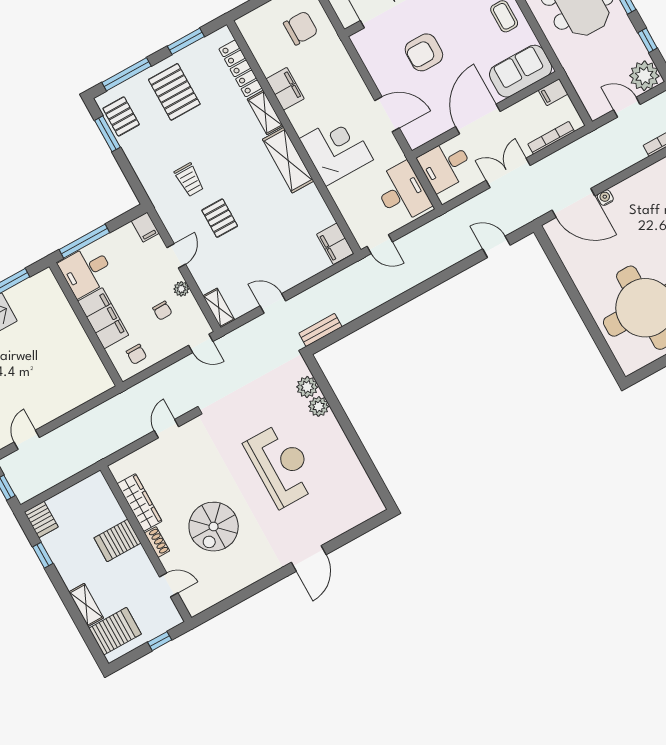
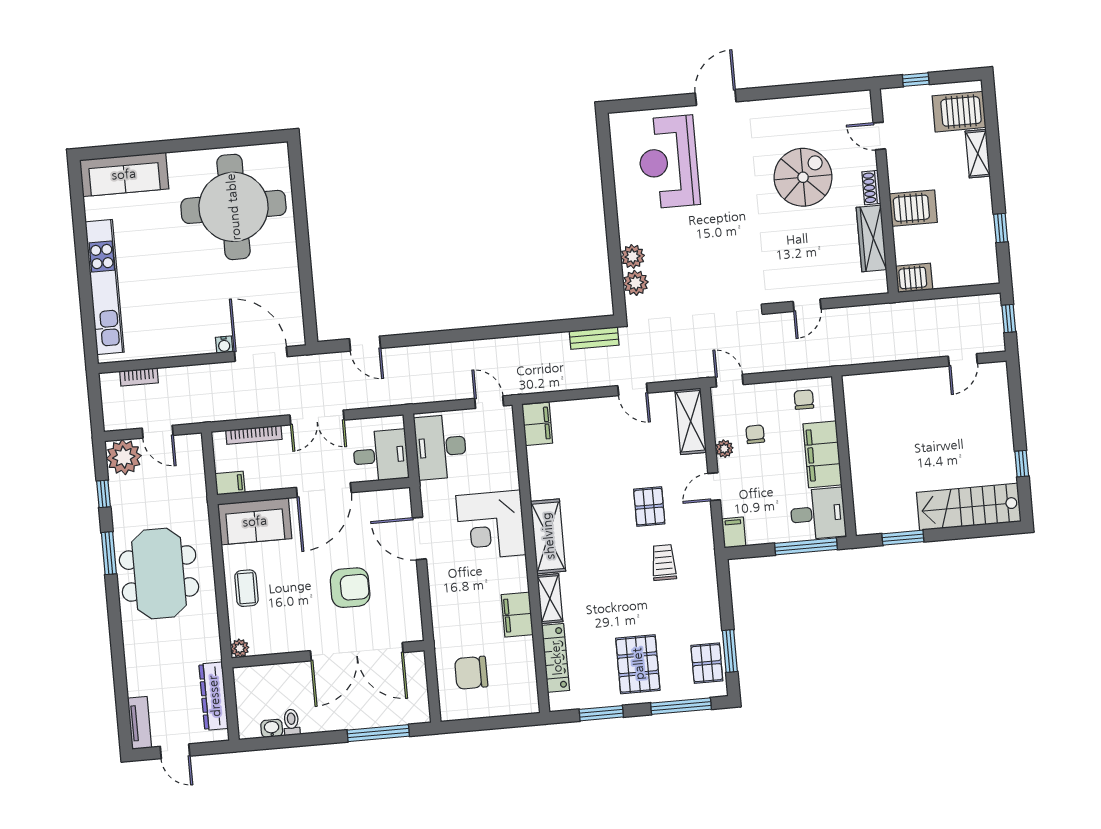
shelving: (219, 308) -> (691, 421), width x1.50, depth x1.33
reception desk: (281, 465) -> (668, 162), moved
server rack: (41, 519) -> (914, 278), moved, turned 90

